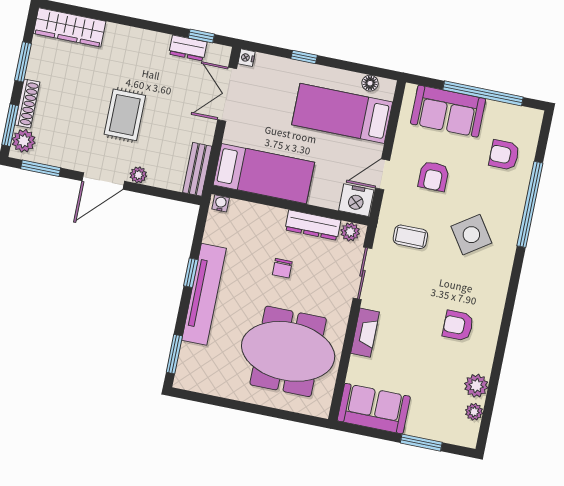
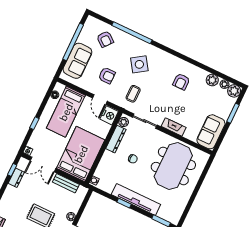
armchair: (504, 155) -> (105, 39), turned -51
bench: (197, 169) -> (66, 183), moved
bed: (264, 174) -> (81, 154), width x1.50
plant: (466, 434) -> (234, 91), added

